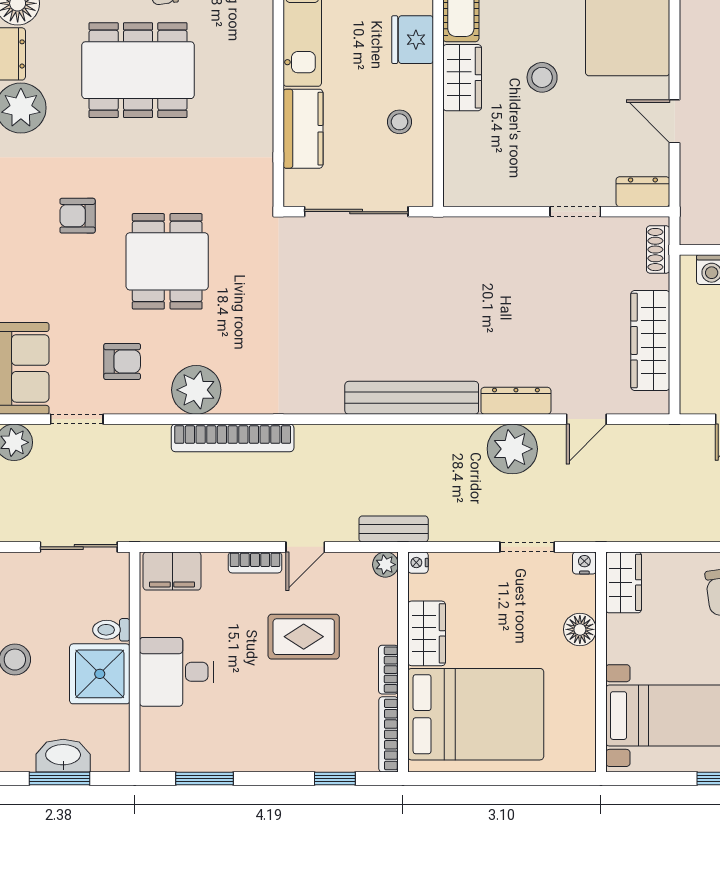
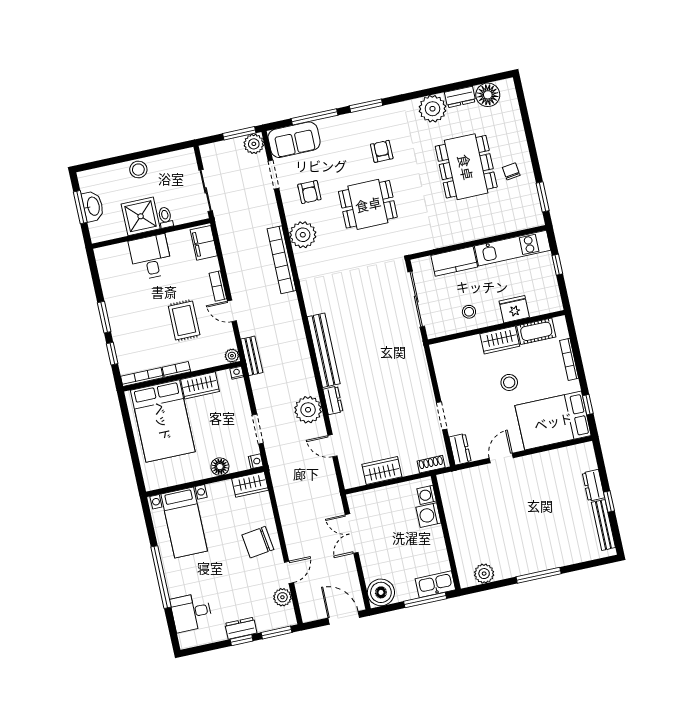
wardrobe: (650, 340) -> (382, 471), width x0.67
dresser: (516, 401) -> (333, 400), width x0.70
window: (205, 779) -> (104, 317), moved

